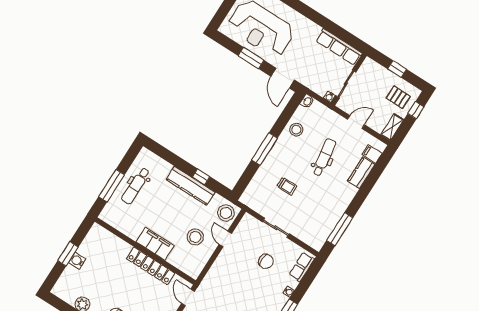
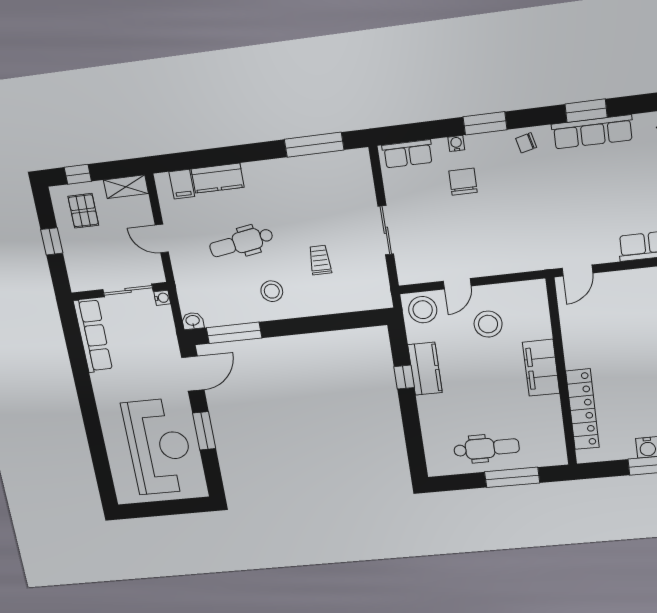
stool: (296, 130) -> (272, 291), moved
window: (265, 149) -> (234, 333), moved
kitchen counter: (190, 186) -> (425, 369), width x0.67
chair: (266, 261) -> (463, 182), moved
locker: (151, 266) -> (583, 409), moved

